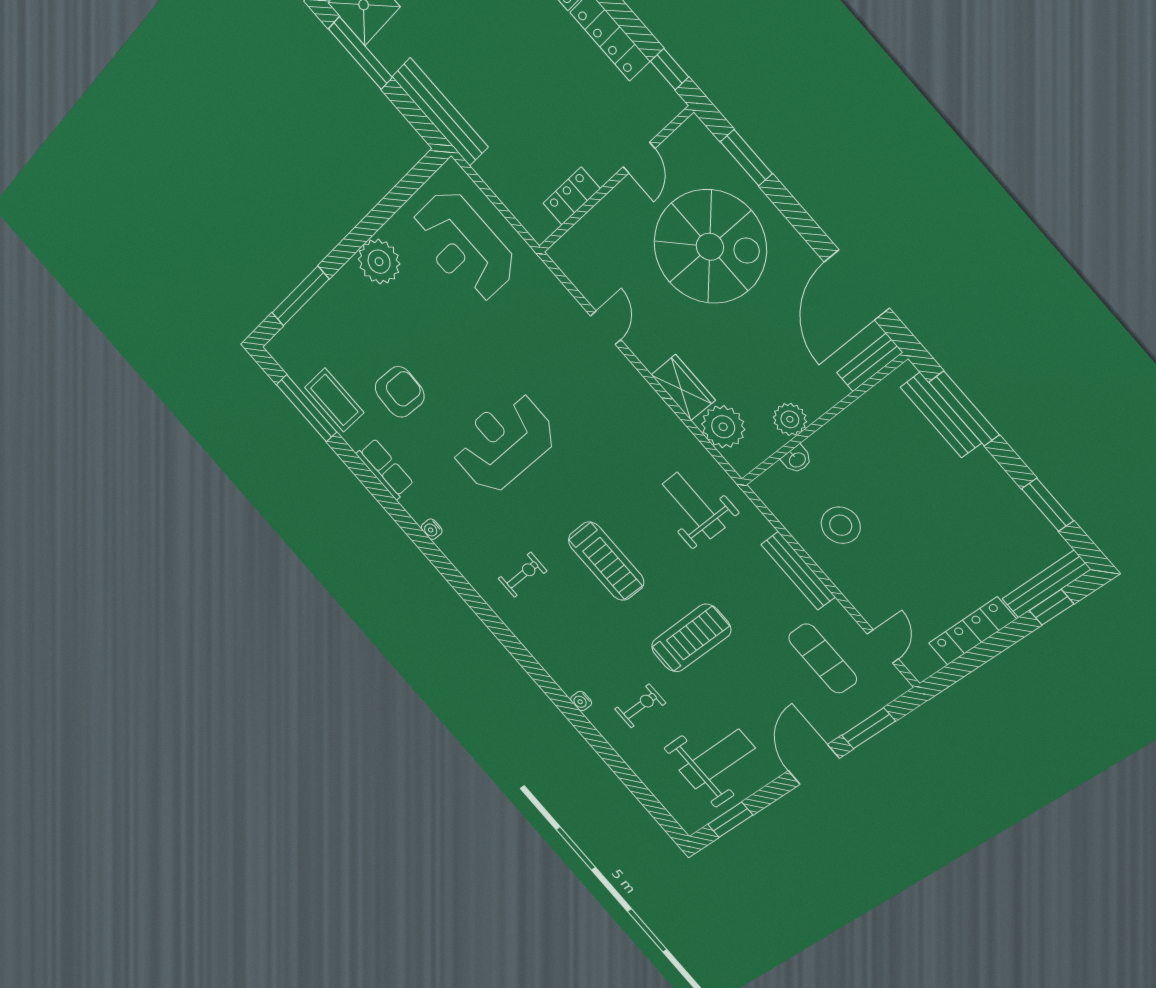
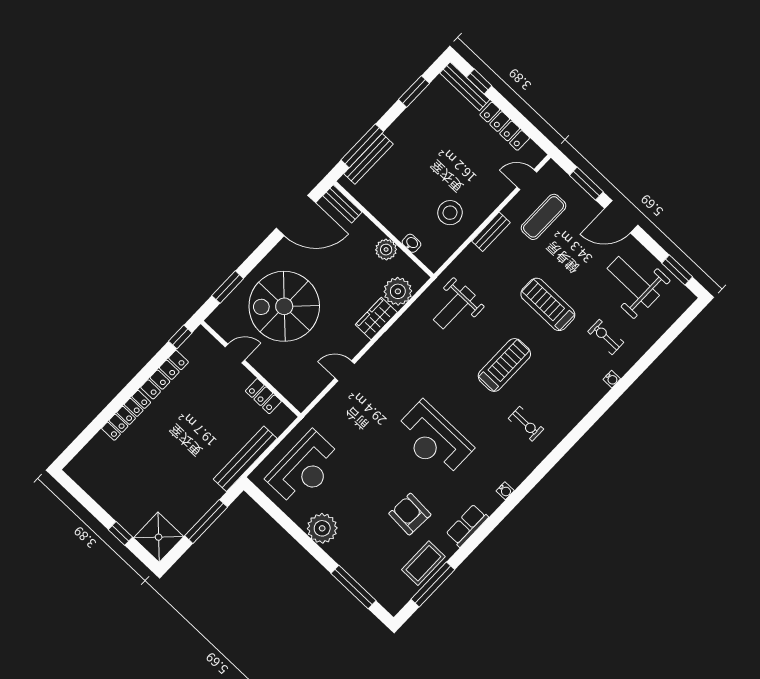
window: (360, 53) -> (206, 521), moved
bench: (440, 112) -> (245, 459), moved
spiral stairs: (710, 247) -> (284, 306), turned -90
bench: (798, 571) -> (491, 232), width x0.73
exercise bike: (523, 575) -> (526, 424), turned 180

